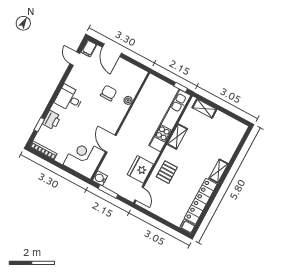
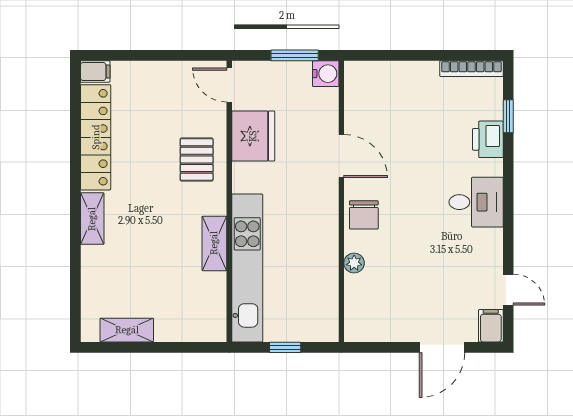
door: (112, 50) -> (442, 347), swing flipped
window: (181, 87) -> (285, 347), moved
chair: (108, 93) -> (364, 215), moved
shelving: (204, 109) -> (127, 330), moved
corner desk: (84, 158) -> (380, 97), removed

